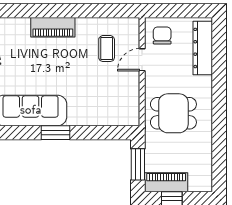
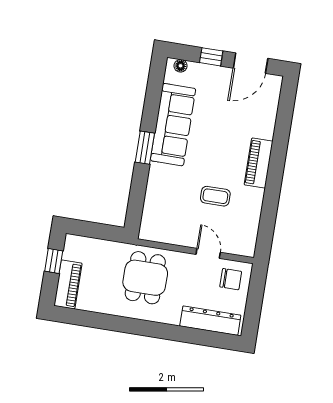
coffee table: (107, 49) -> (215, 196), moved
window: (138, 164) -> (96, 231), removed
piano: (166, 182) -> (68, 284), moved

